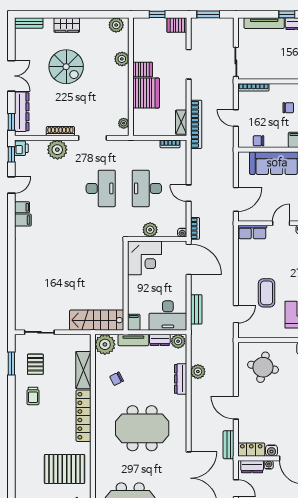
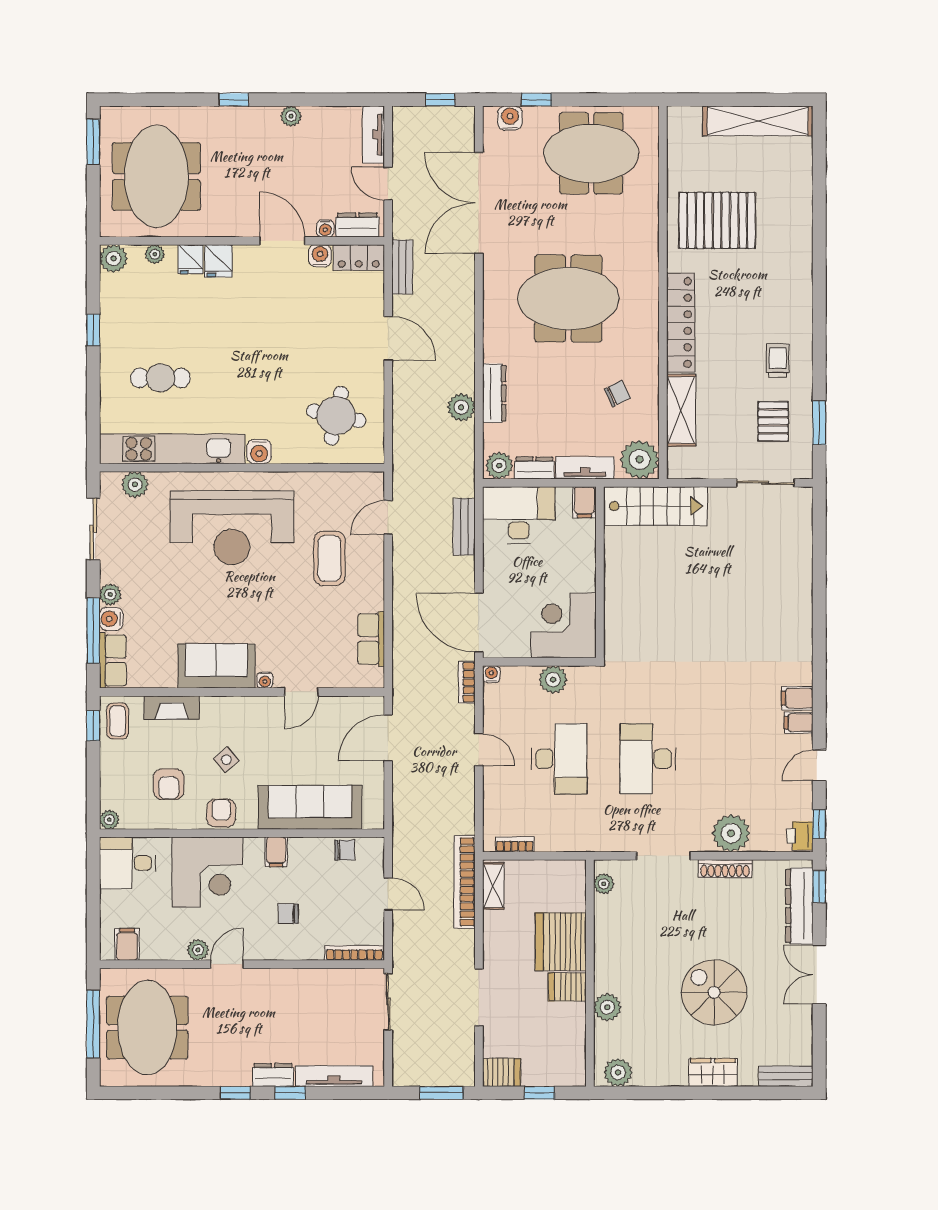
row of seats: (252, 232) -> (371, 639), moved, turned -90

